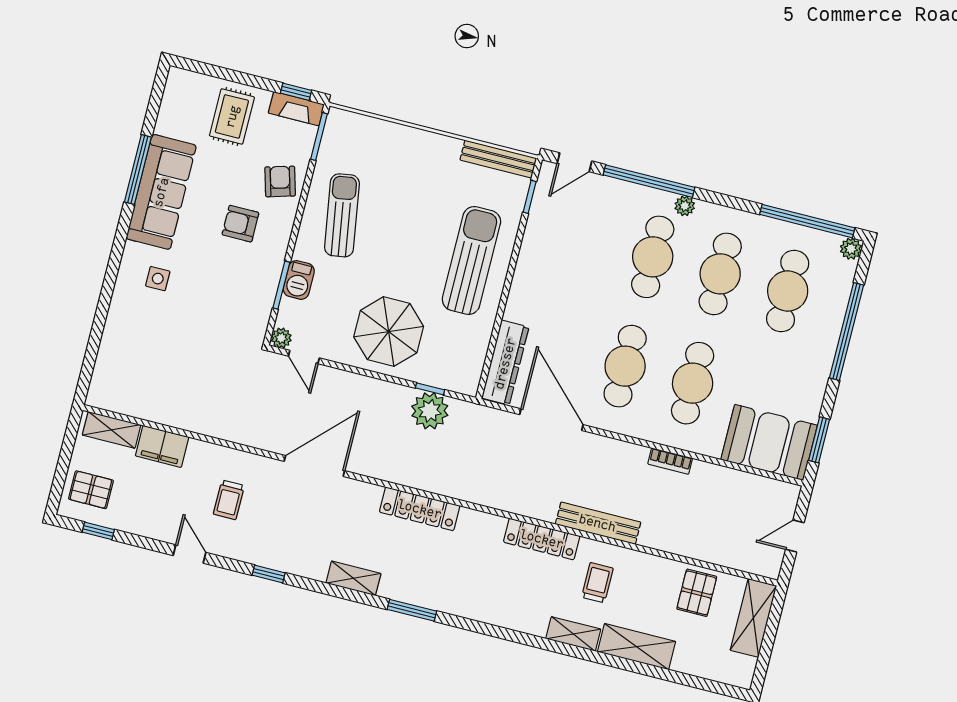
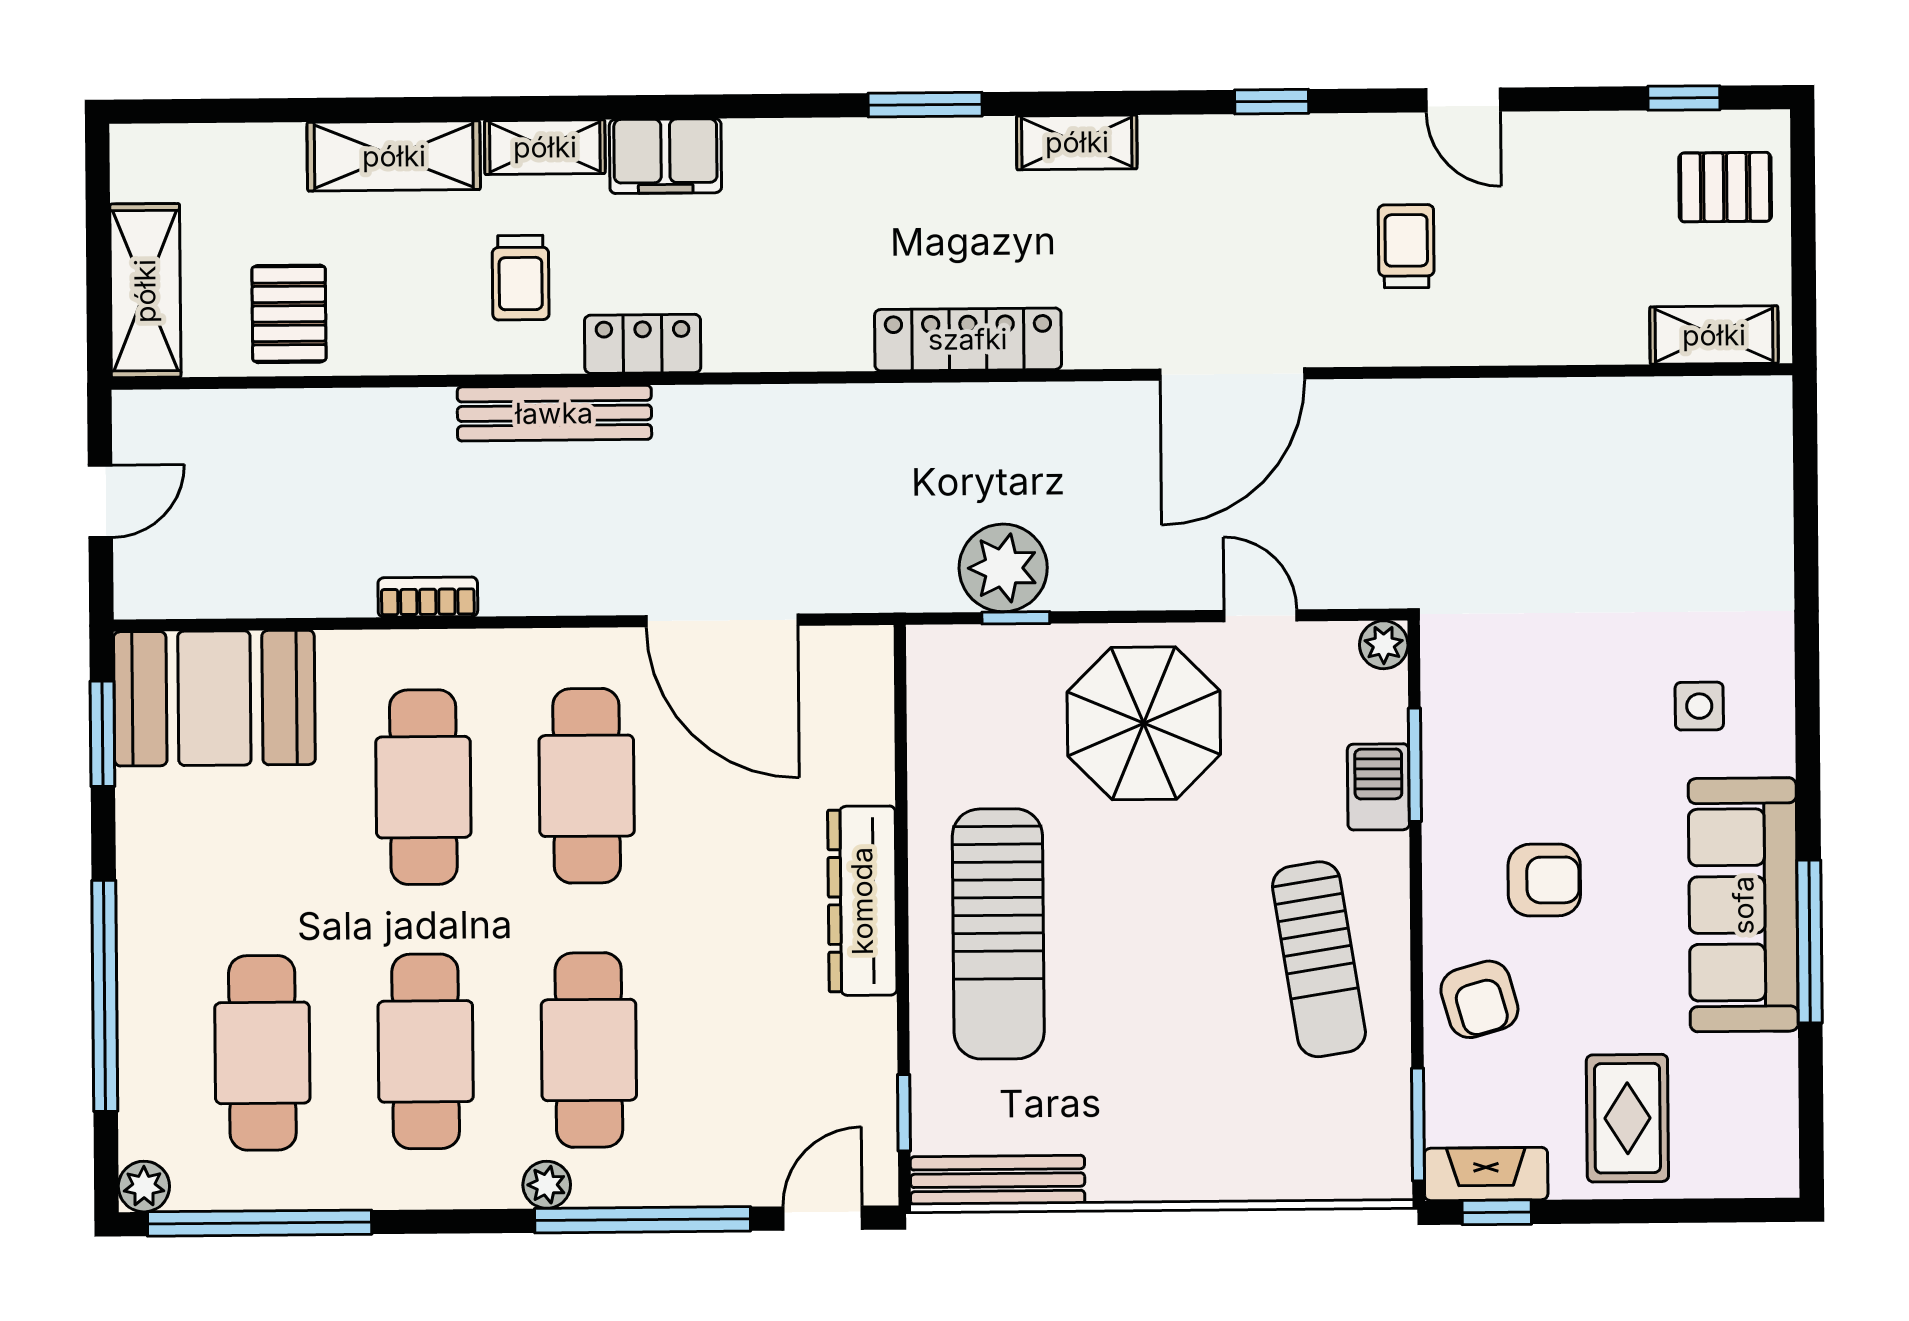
door: (304, 357) -> (1260, 616), moved
dresser: (505, 363) -> (862, 901), moved
filing cabinet: (162, 446) -> (665, 156), moved, turned 180
locker: (542, 539) -> (643, 344), width x0.66

